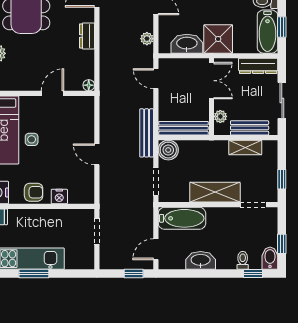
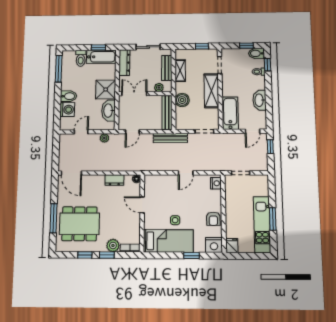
dresser: (87, 36) -> (114, 180), moved
boiler: (168, 150) -> (182, 100), moved
armchair: (34, 192) -> (213, 219), turned 180
nightstand: (59, 196) -> (216, 183), moved
door: (156, 249) -> (253, 131), hinge flipped

